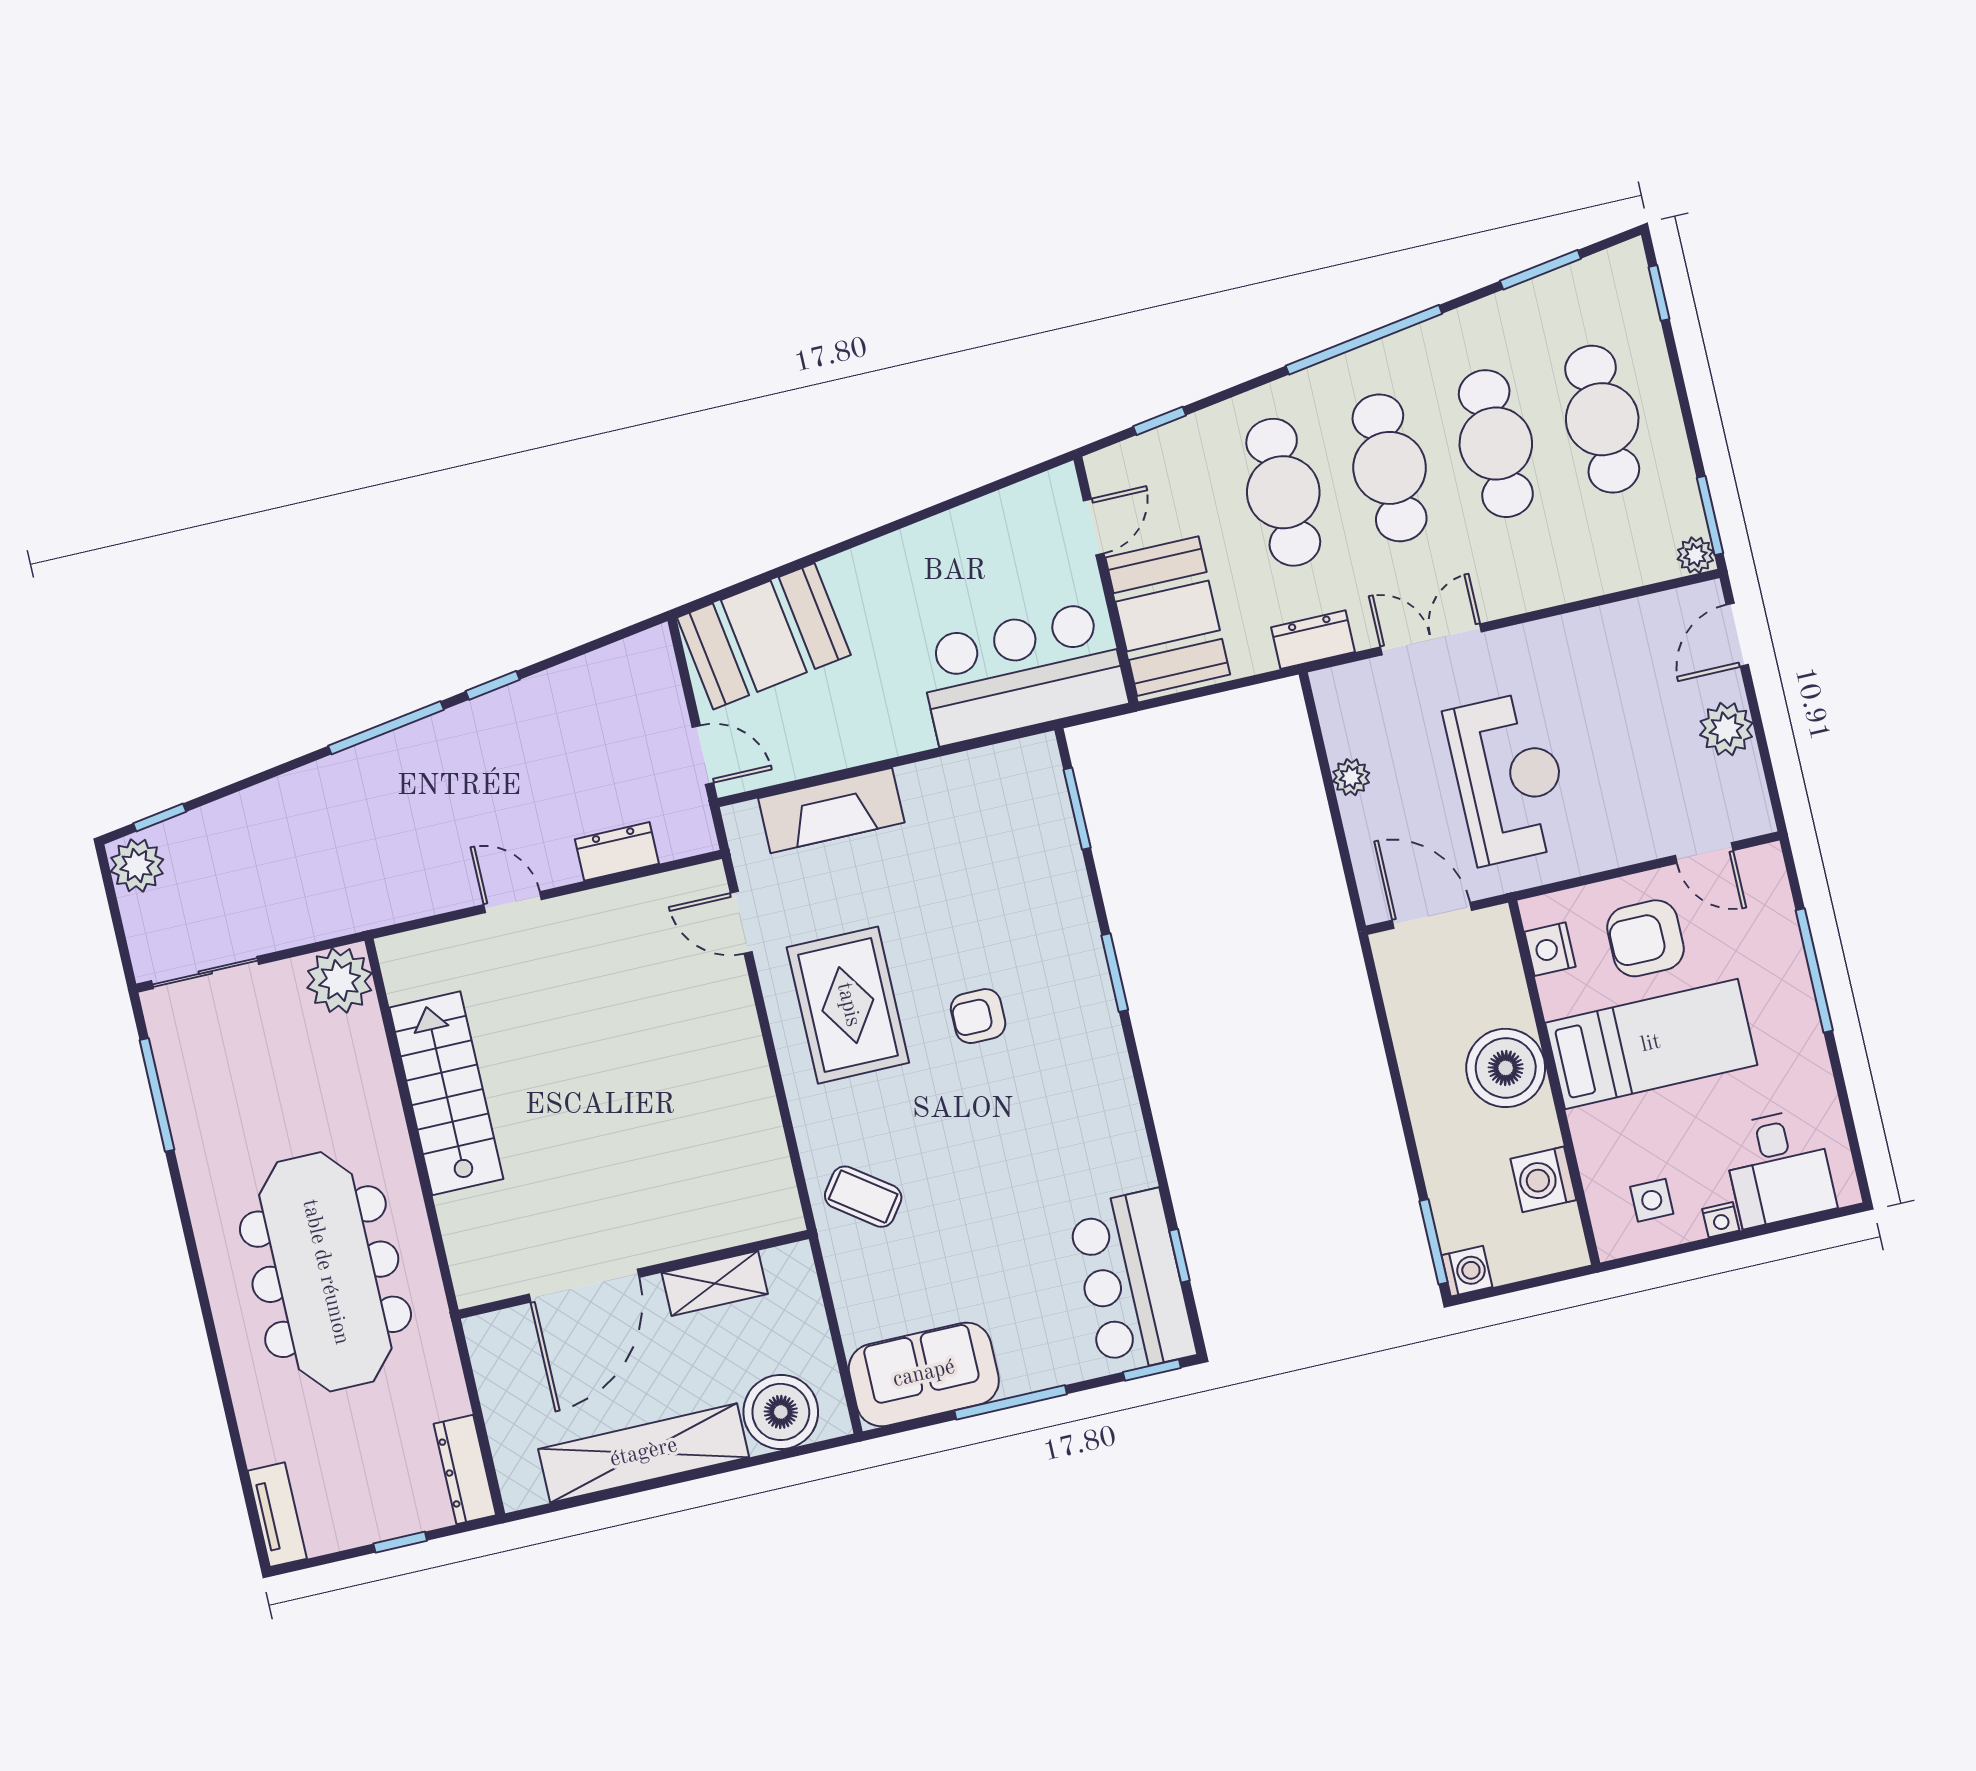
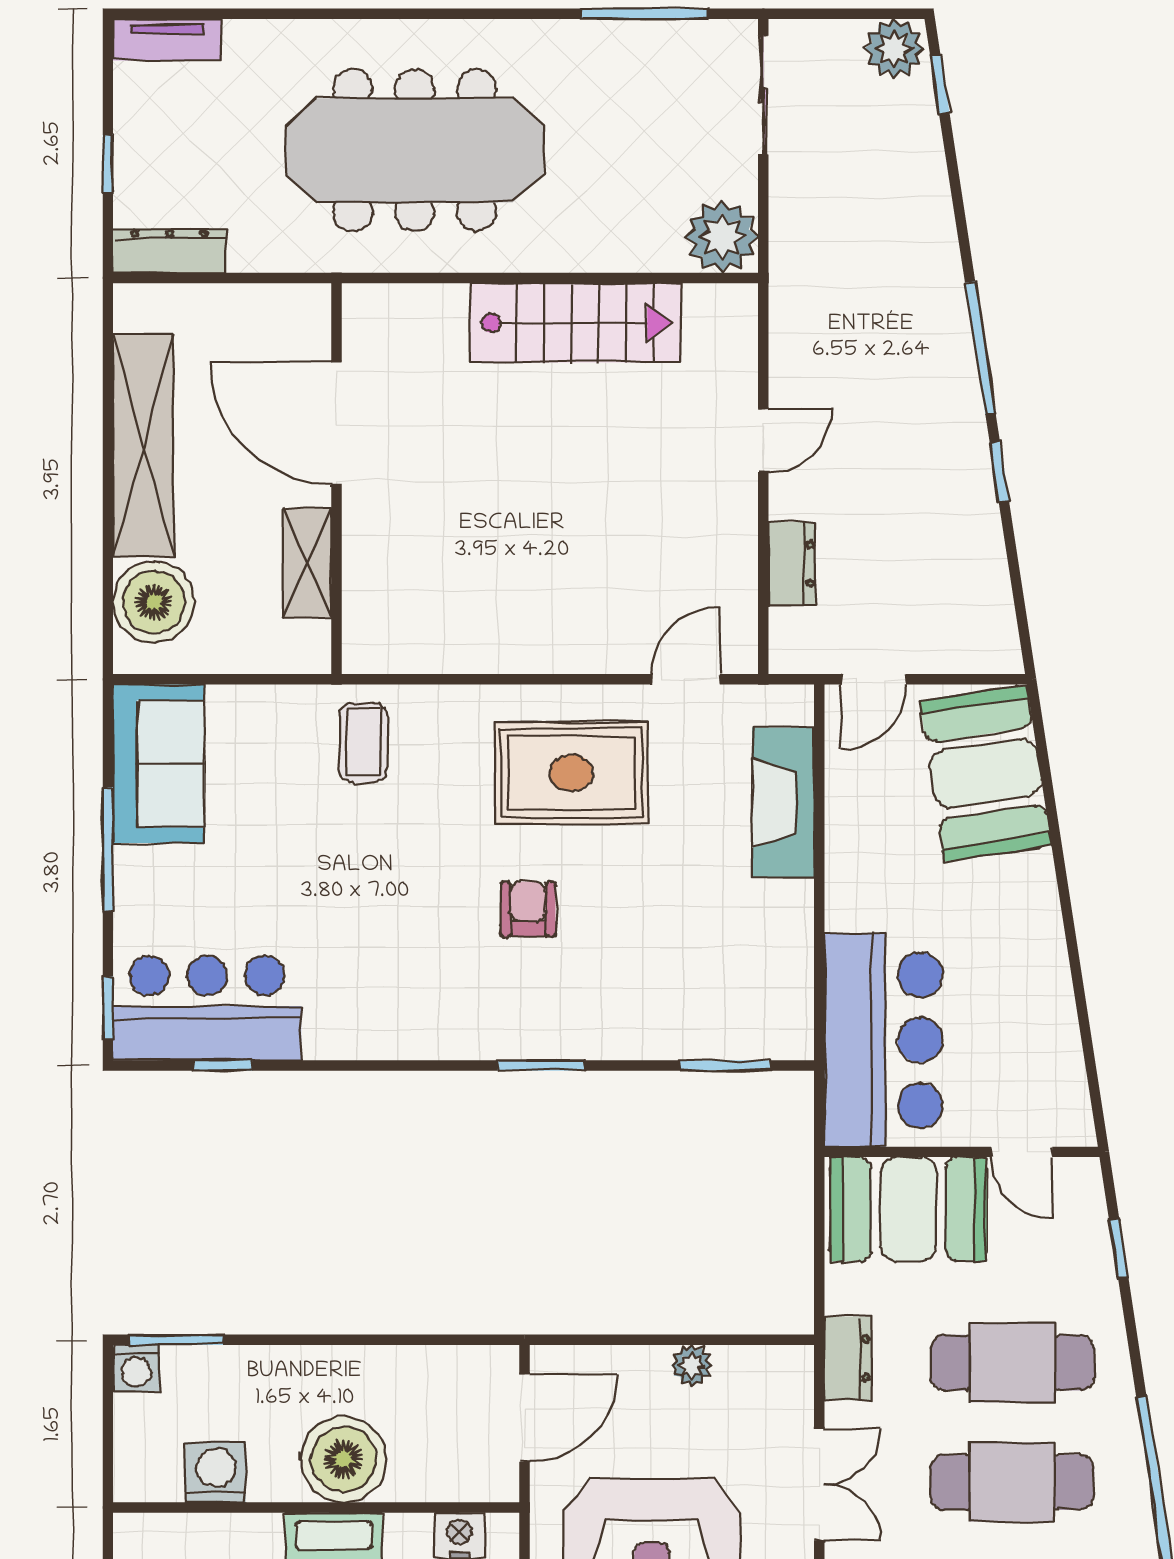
coffee table: (863, 1197) -> (363, 742), turned -36

